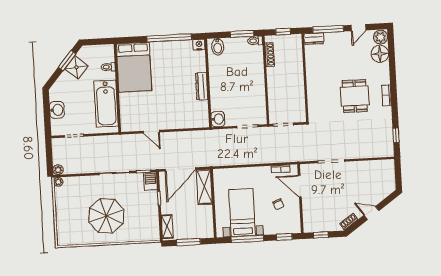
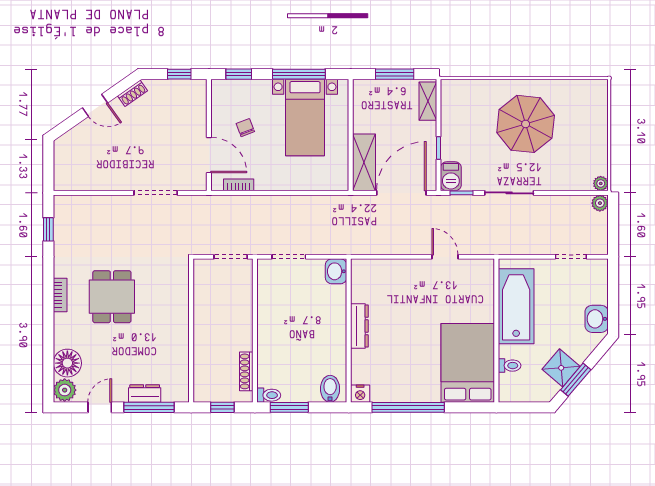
dresser: (314, 39) -> (145, 393), moved
washbasin: (57, 110) -> (597, 319), moved

